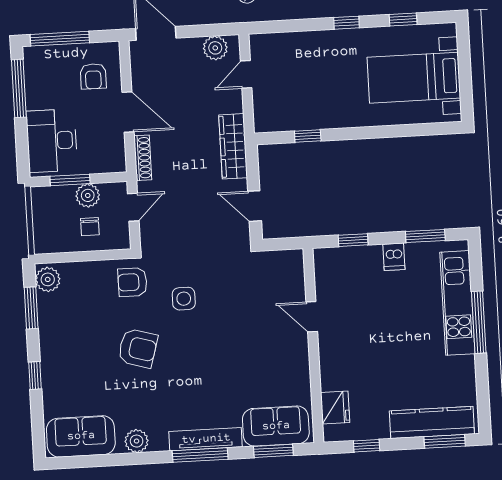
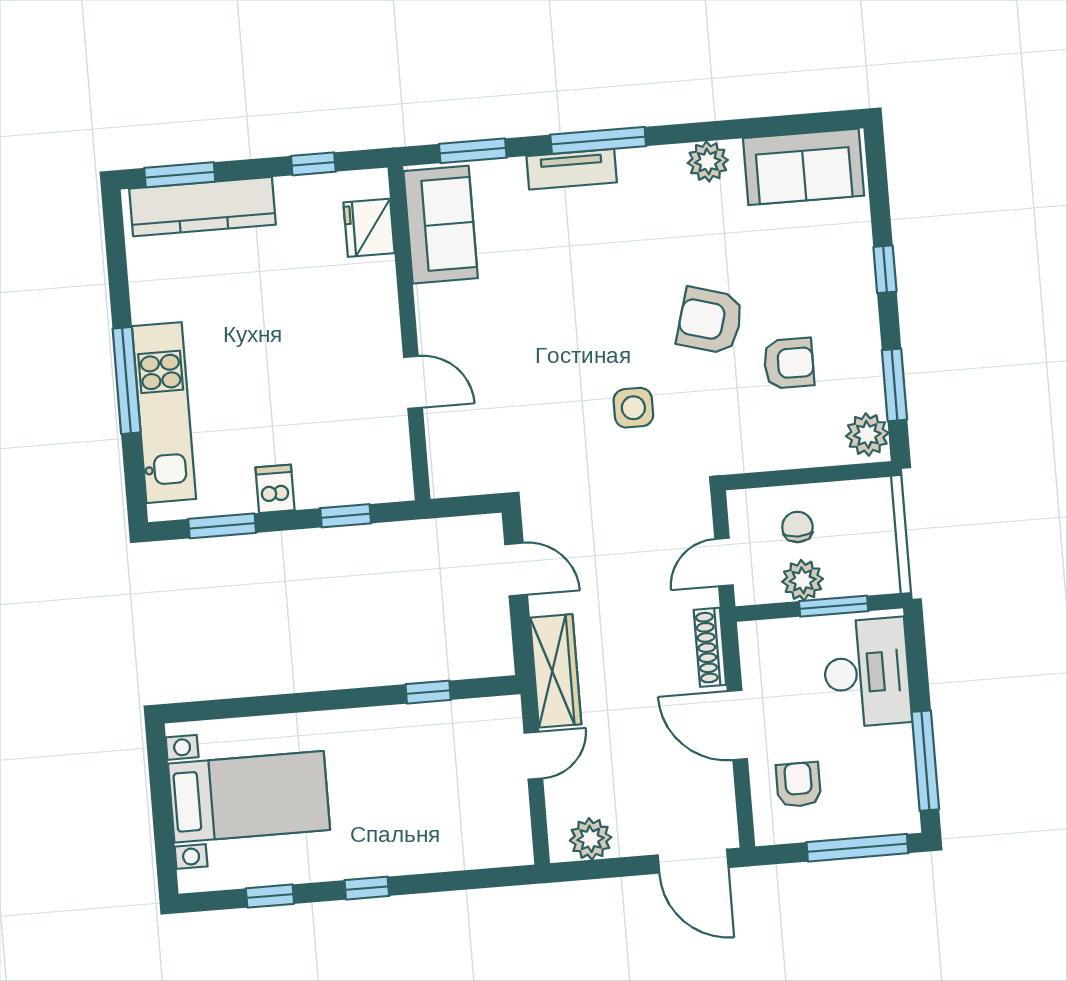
door: (246, 74) -> (533, 756), moved
armchair: (132, 282) -> (789, 363), moved
sofa: (276, 426) -> (441, 225), moved, turned -90
tv unit: (206, 439) -> (572, 169), width x0.71

